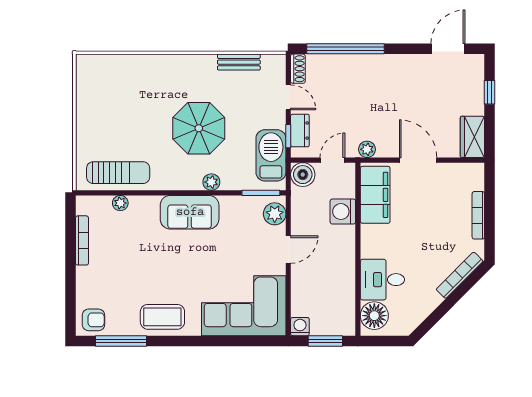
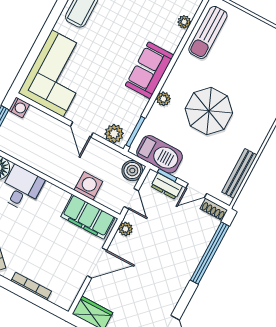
bench: (239, 62) -> (239, 173), width x1.36

